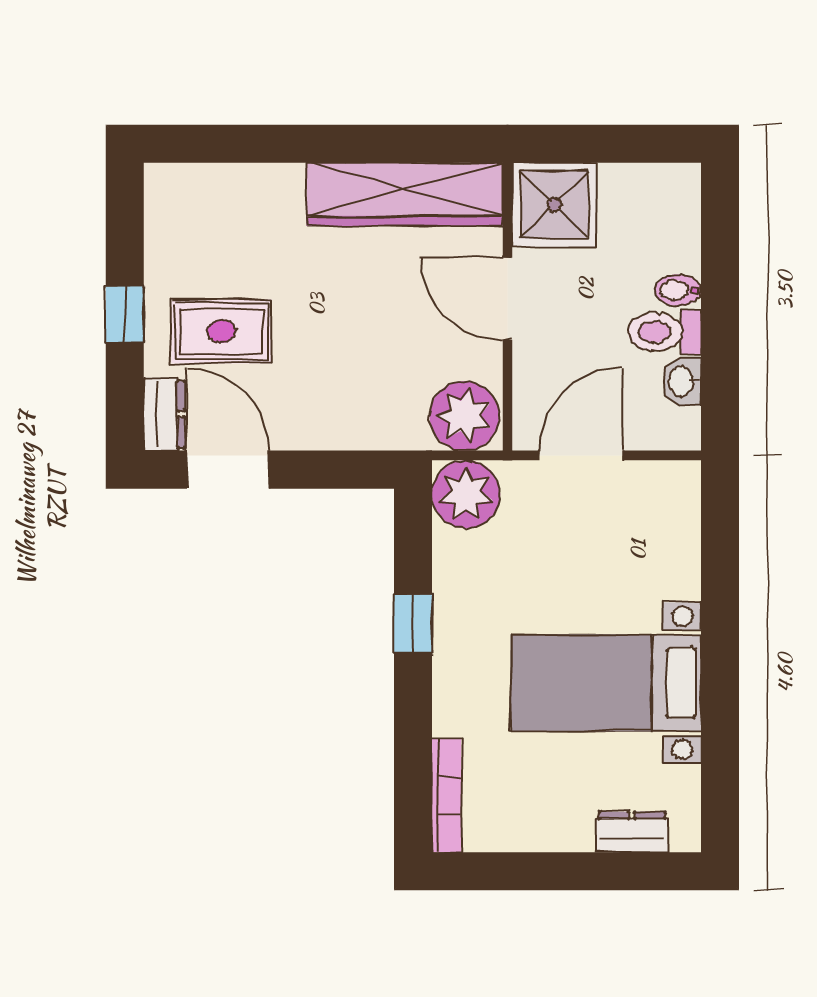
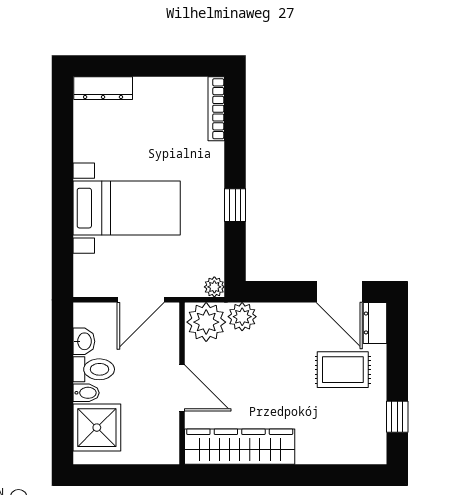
shower: (554, 205) -> (97, 428), moved
window: (125, 314) -> (397, 417), moved
plant: (400, 425) -> (242, 317), added
plant: (466, 494) -> (214, 287), width x0.53, depth x0.53
bed with nightstands: (606, 683) -> (127, 208), moved
dresser: (632, 832) -> (103, 88), width x1.44

